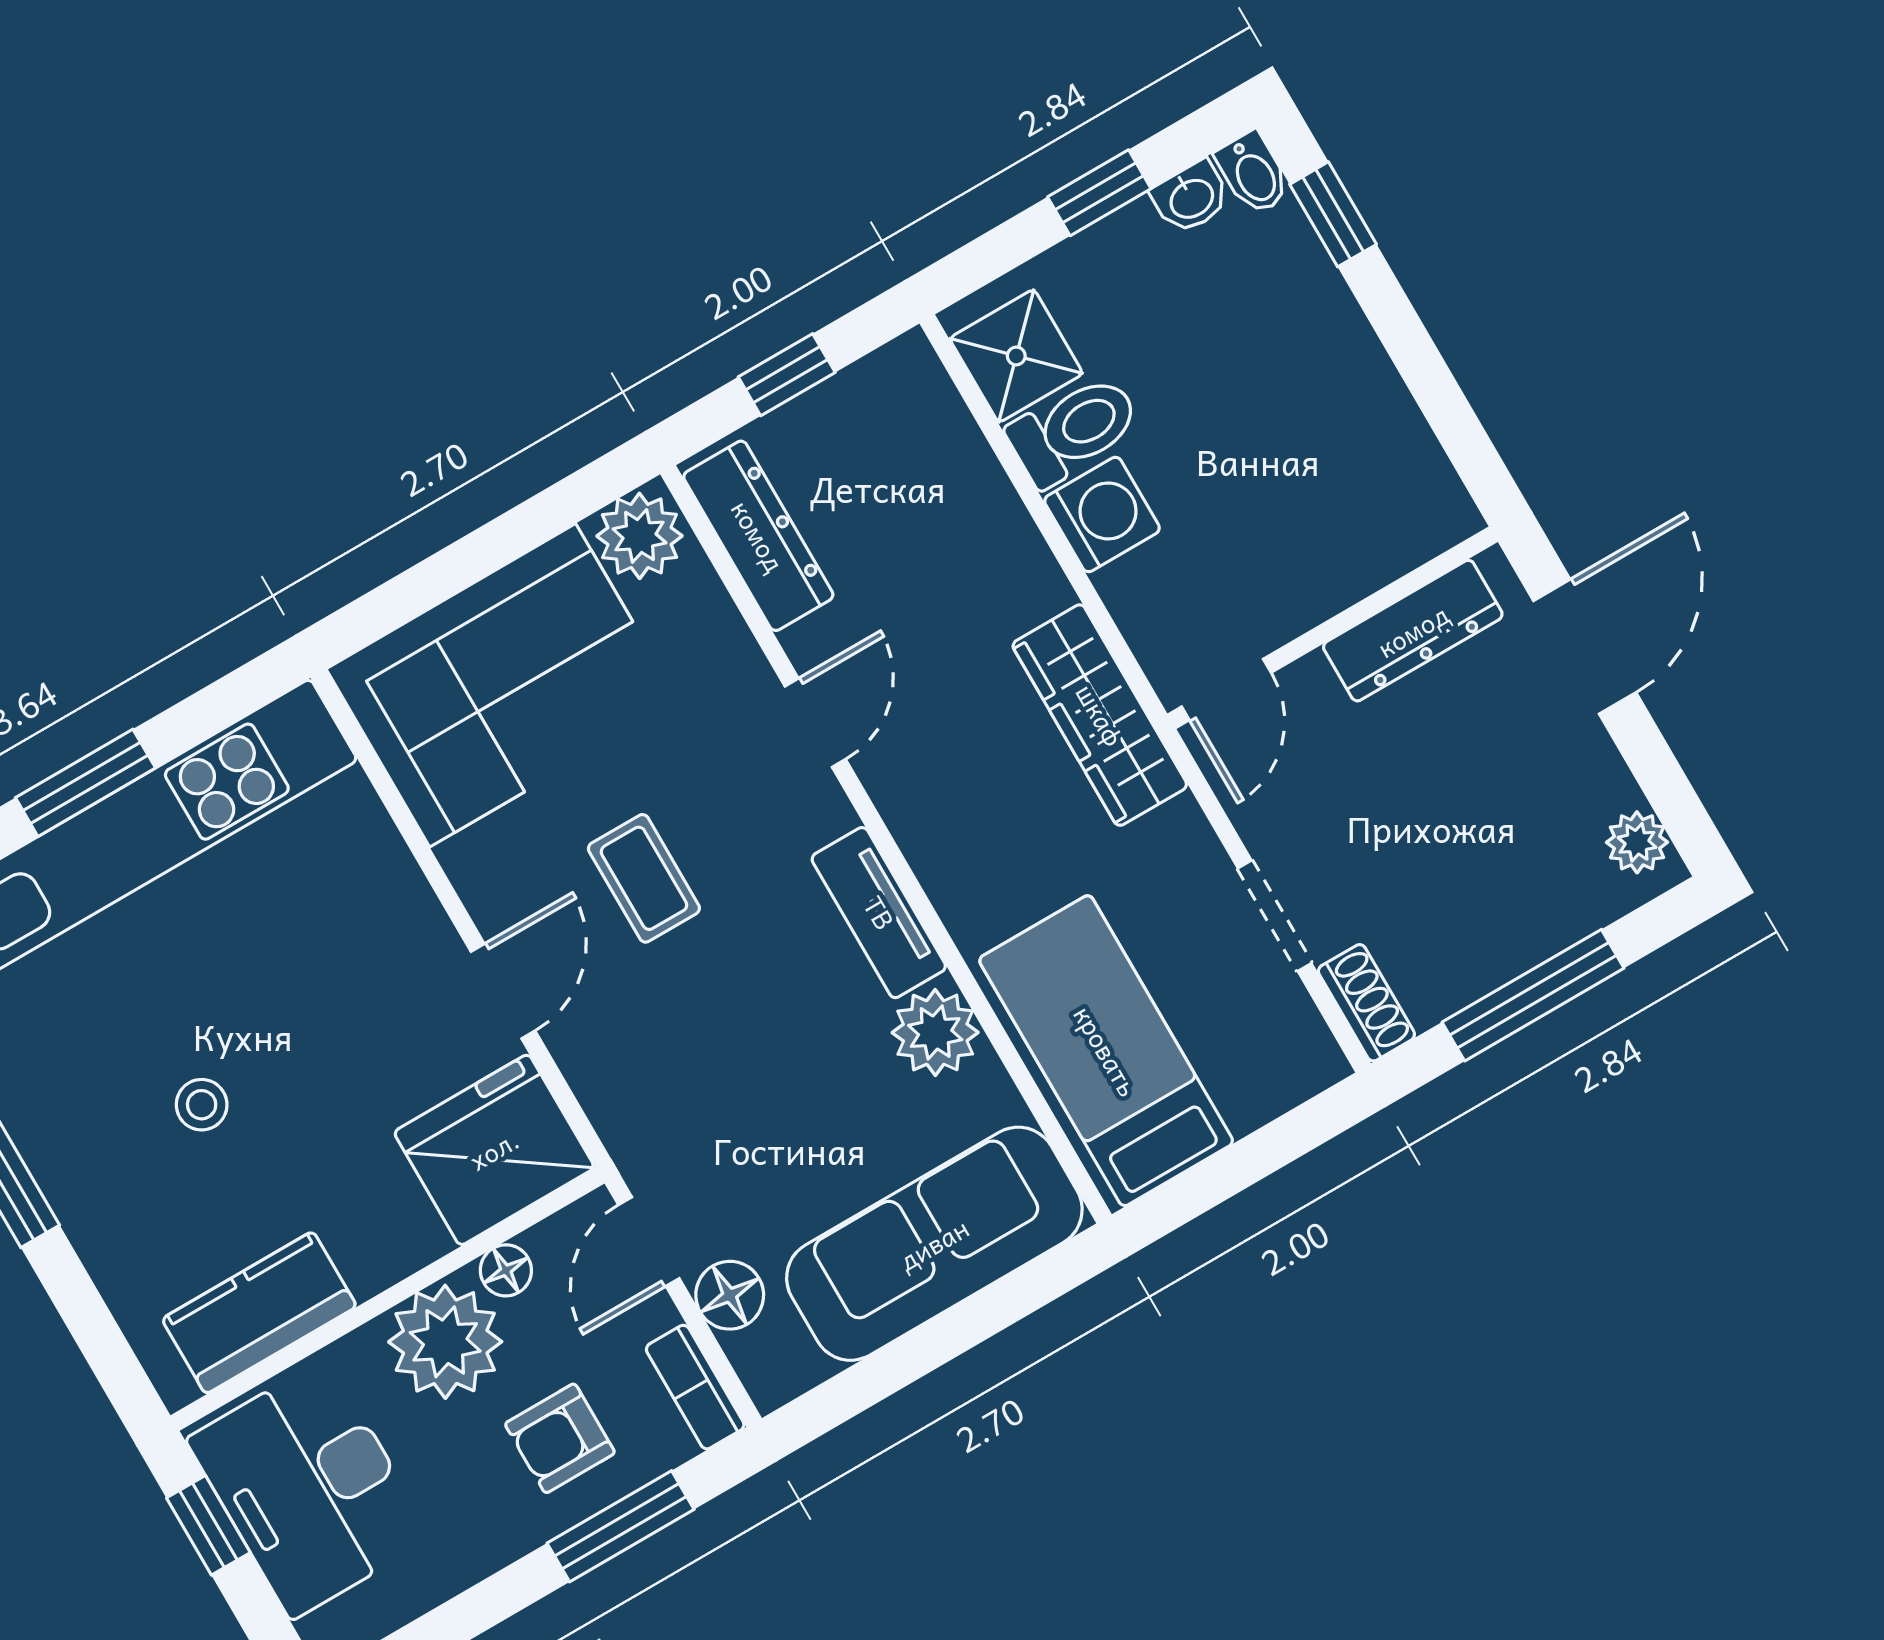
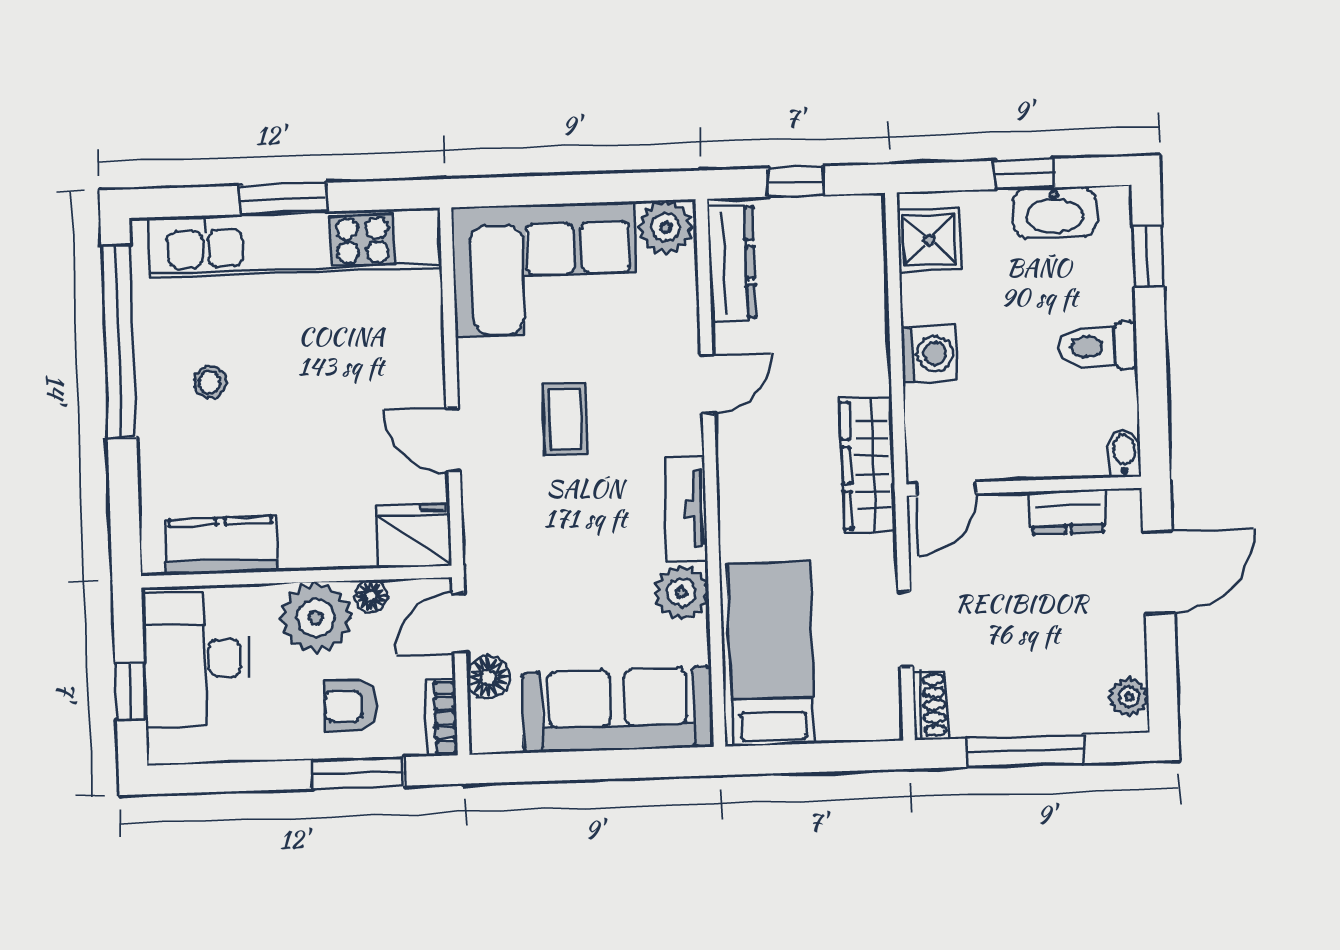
bidet: (1253, 173) -> (1124, 453), moved, turned 180
washbasin: (1191, 197) -> (1055, 213), width x1.91, depth x1.45
toilet: (1074, 430) -> (1098, 346), moved, turned 180
dresser: (1413, 631) -> (1068, 512), width x0.70
door: (503, 991) -> (453, 440), swing flipped
stool: (202, 1105) -> (210, 382), moved
fridge: (494, 1150) -> (414, 536), width x0.73, depth x0.75
window: (208, 1525) -> (130, 691), moved

